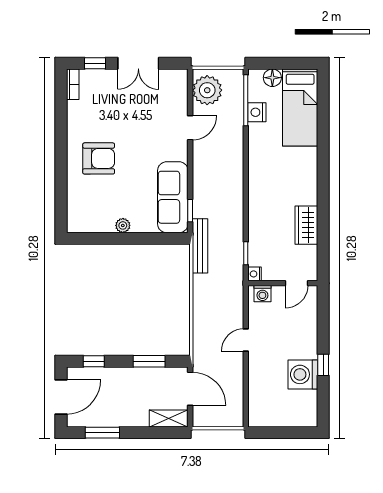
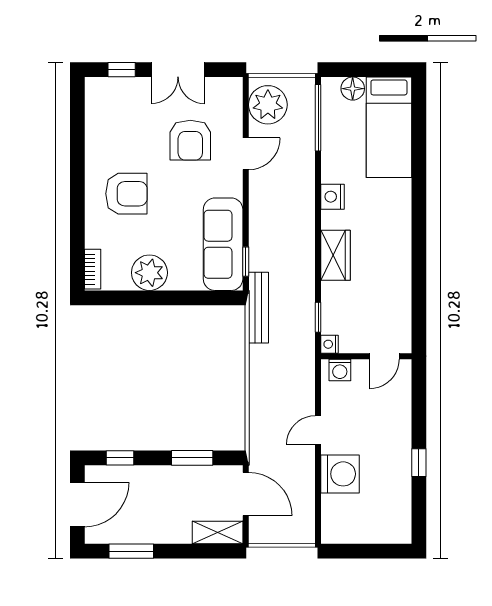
bookcase: (73, 84) -> (93, 269), moved
nightstand: (257, 112) -> (333, 197), moved
armchair: (148, 117) -> (190, 140), added
plant: (123, 225) -> (149, 273), width x1.88, depth x1.88
wardrobe: (306, 225) -> (335, 255), moved, turned 180
washing machine: (303, 374) -> (340, 474), moved, turned 180

